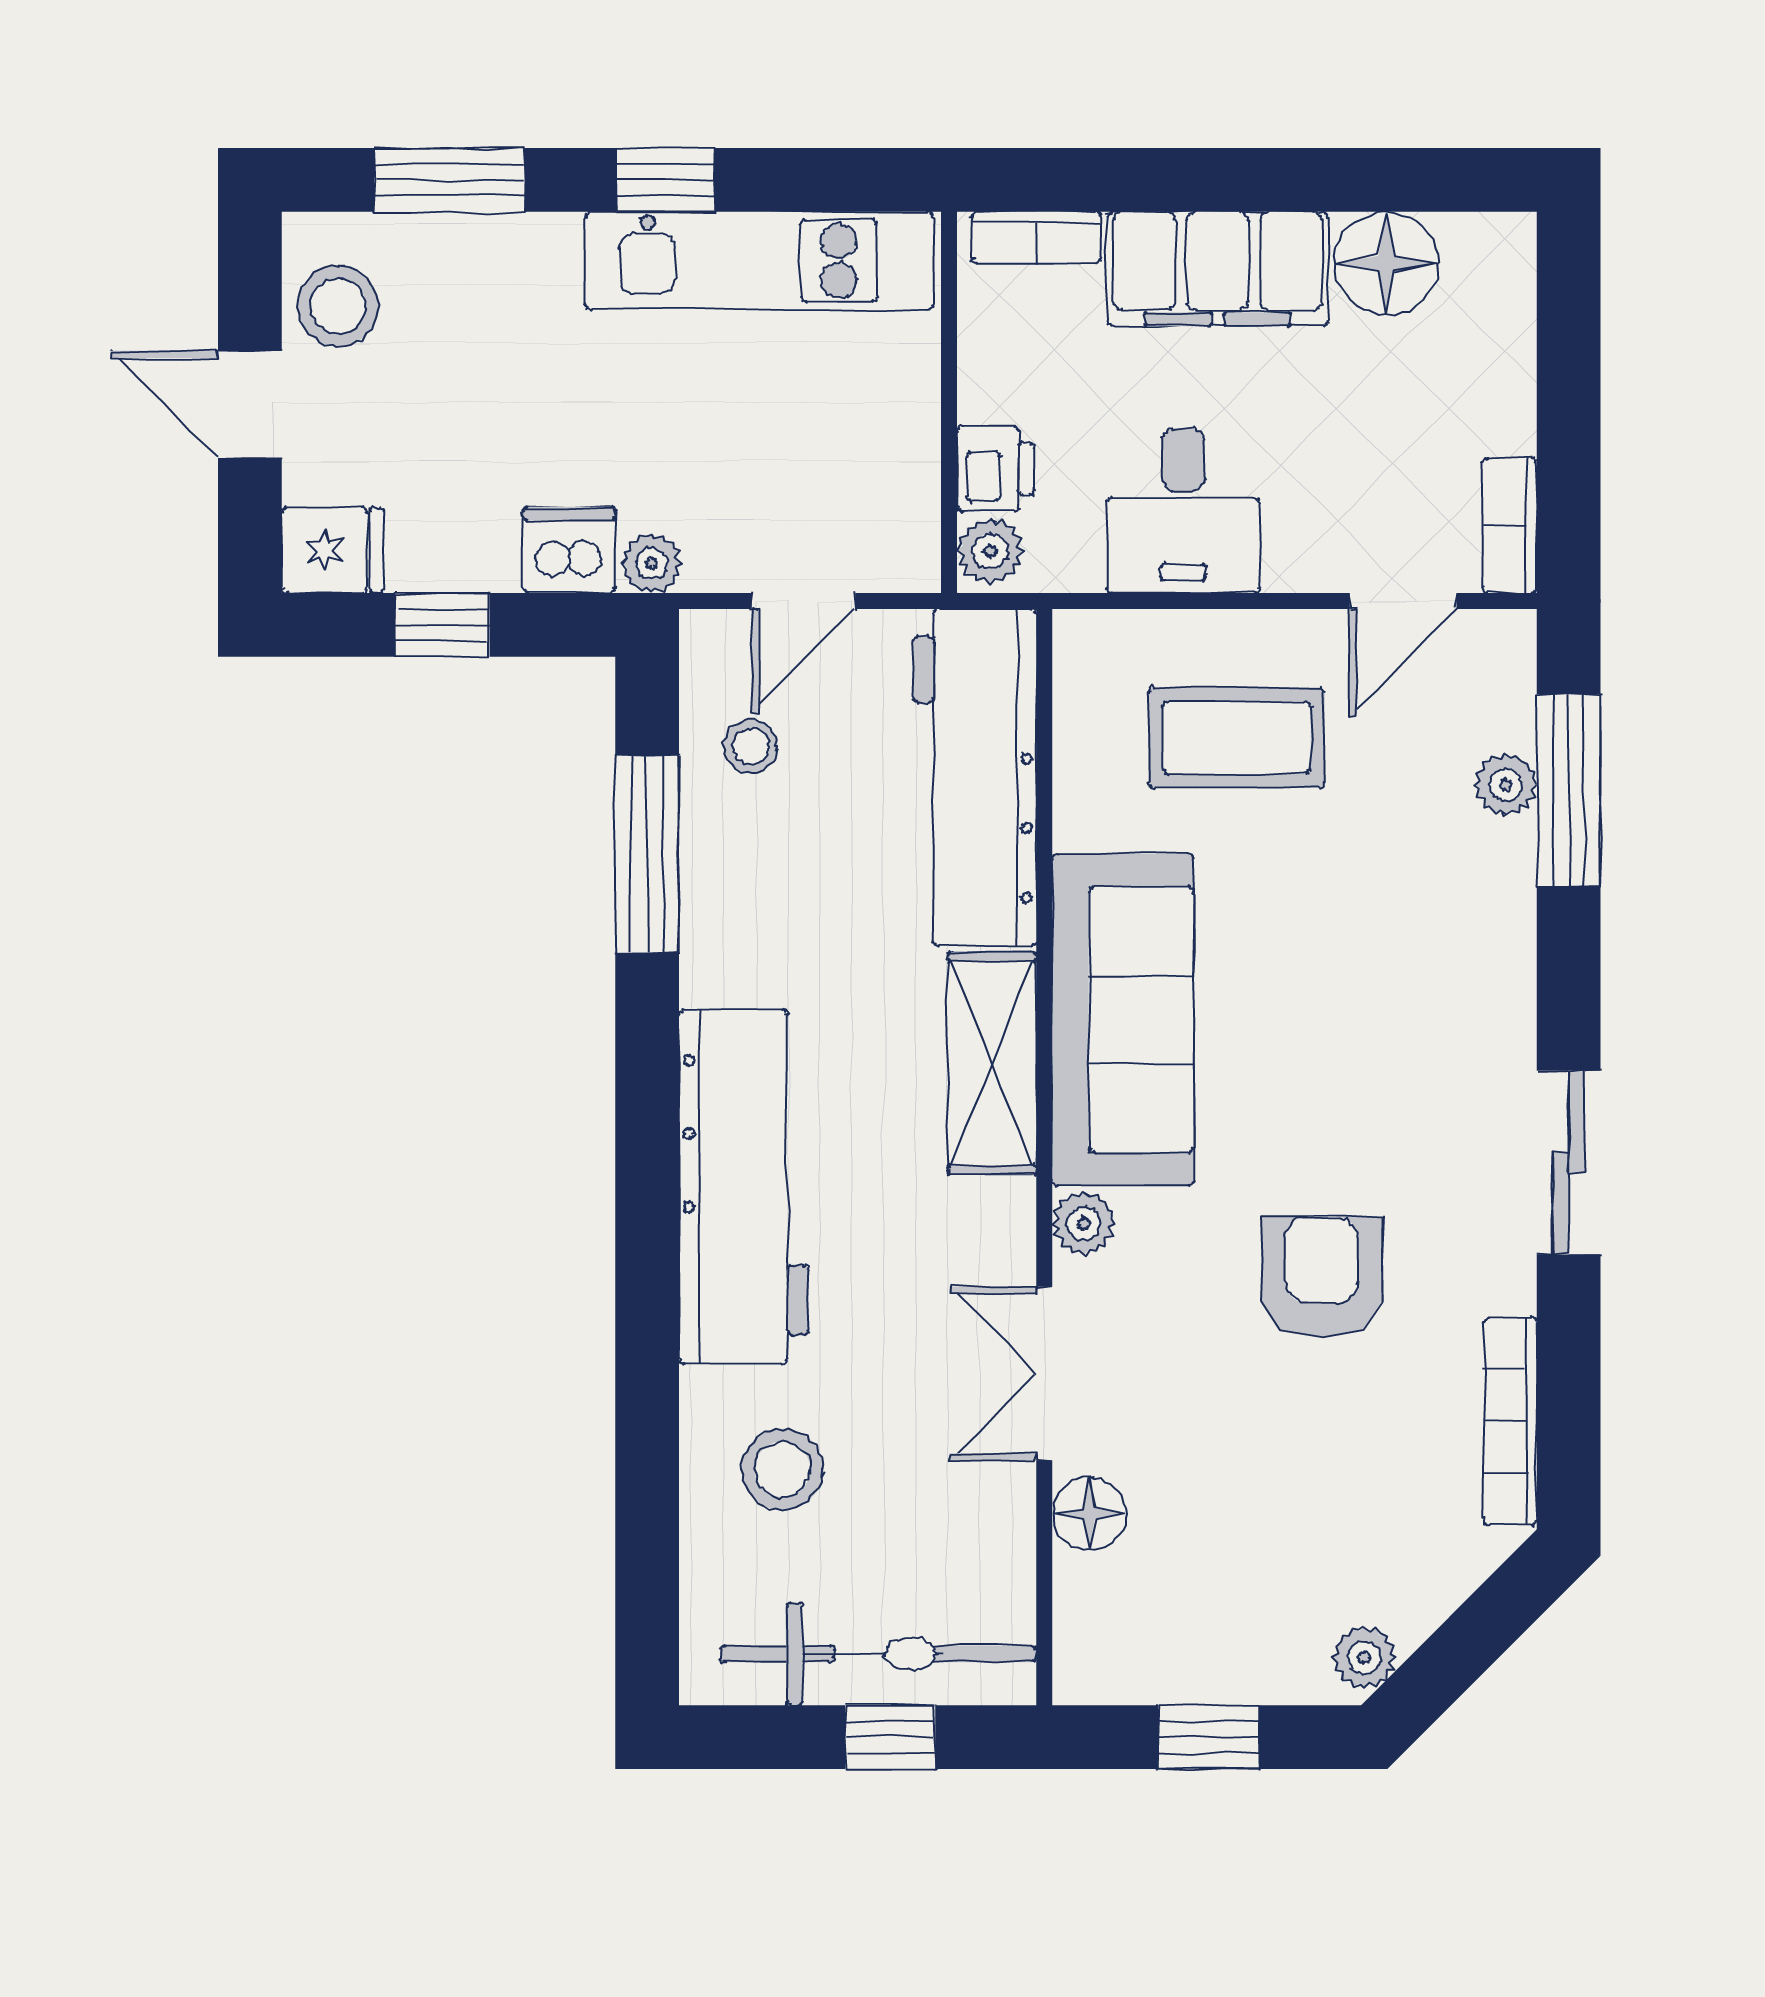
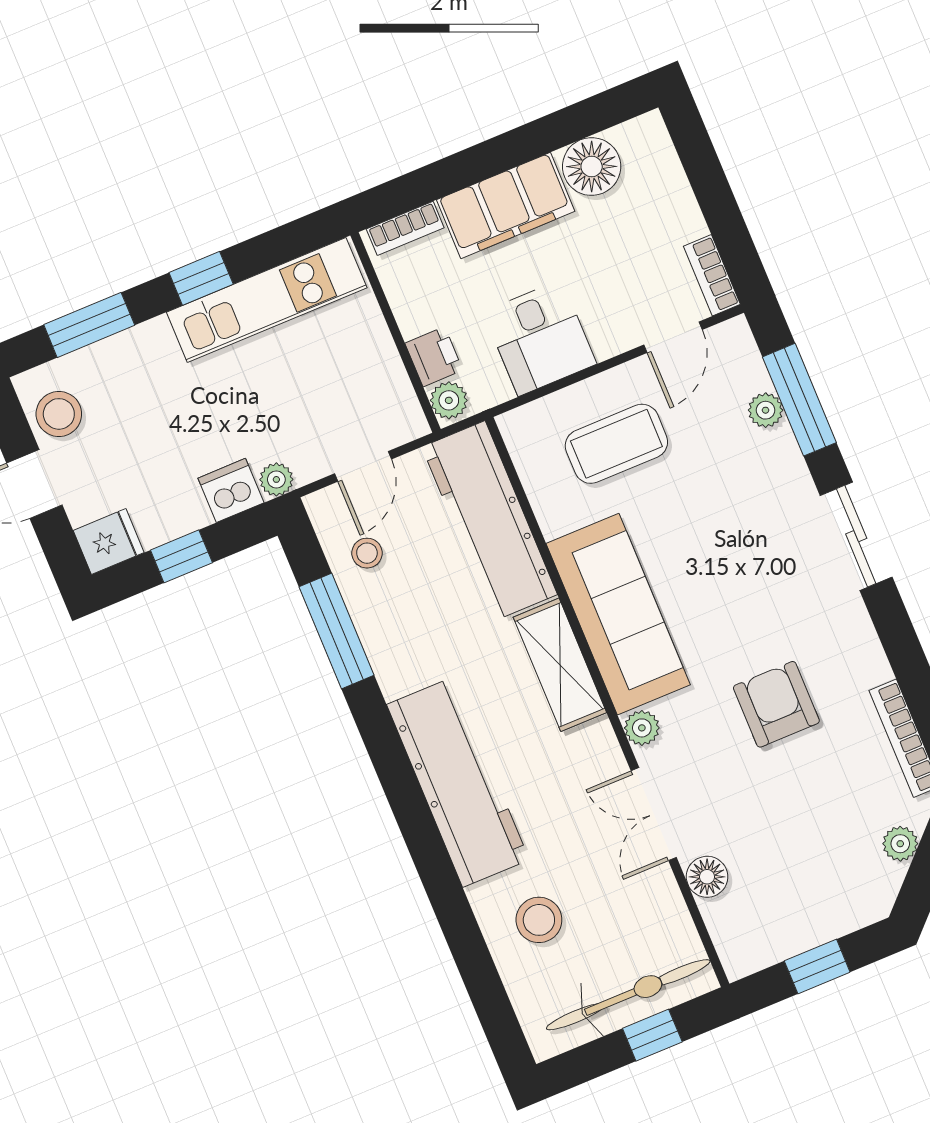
sliding door: (1569, 1163) -> (856, 536), moved
plant: (1364, 1657) -> (900, 844), moved

